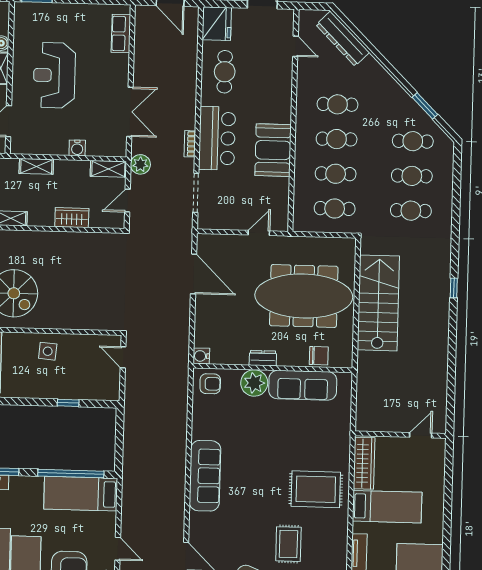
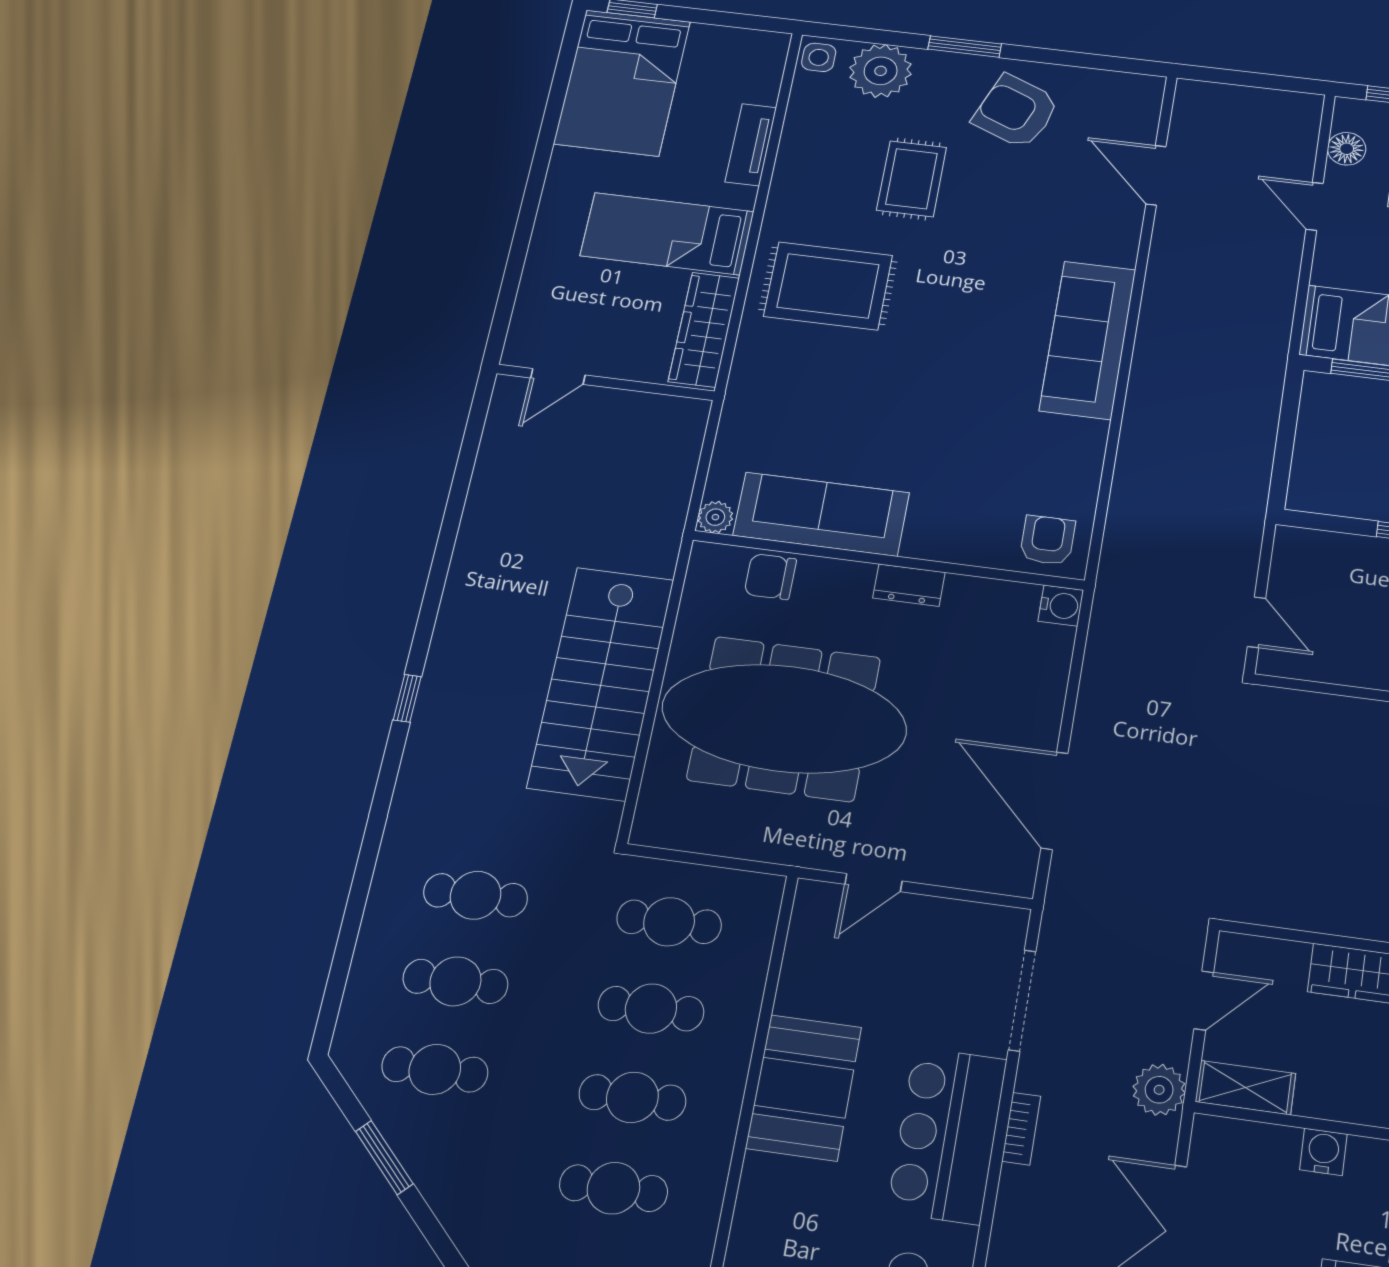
plant: (254, 383) -> (715, 517), moved, width x0.53, depth x0.53
armchair: (210, 384) -> (1047, 540), turned 90

